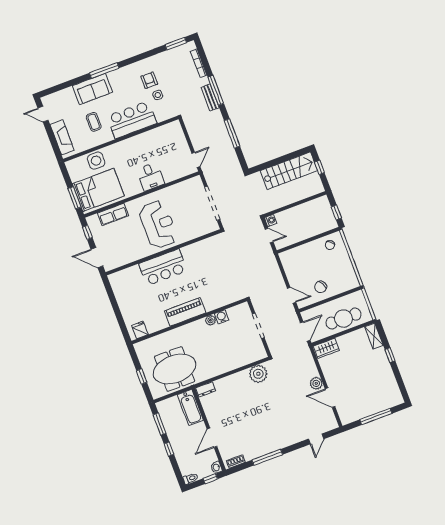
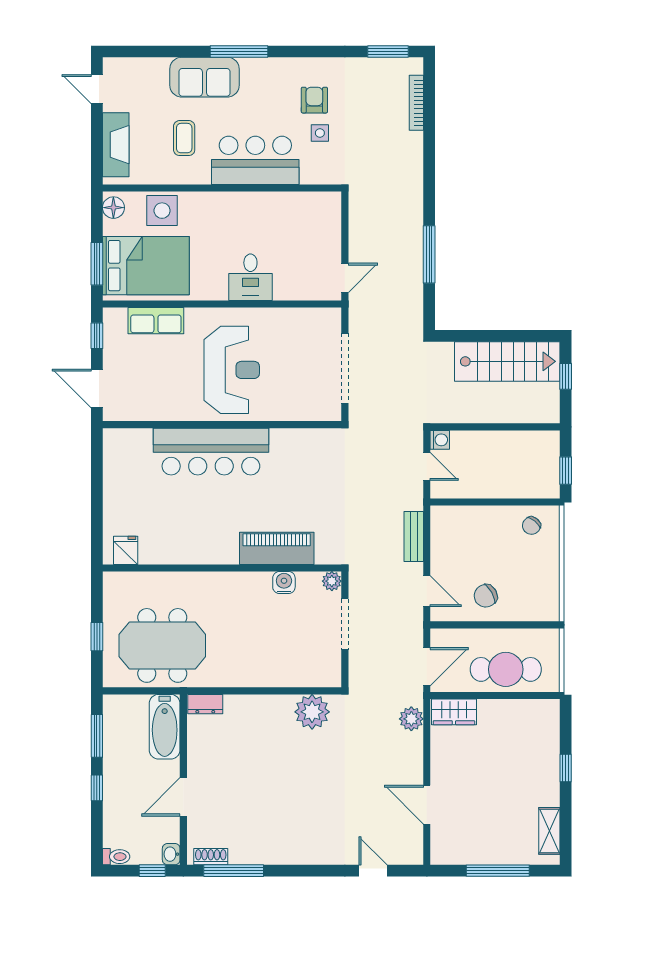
window: (216, 90) -> (429, 164), removed
bench: (210, 97) -> (414, 537), moved
floor lamp: (72, 168) -> (113, 208), added
bar counter: (163, 267) -> (211, 452), width x1.36
piano: (185, 312) -> (277, 548), moved
plant: (210, 320) -> (332, 581), moved
shelving: (374, 336) -> (549, 831), moved
plant: (316, 383) -> (411, 719), moved
door: (316, 439) -> (373, 871), swing flipped
window: (267, 457) -> (234, 871), moved

